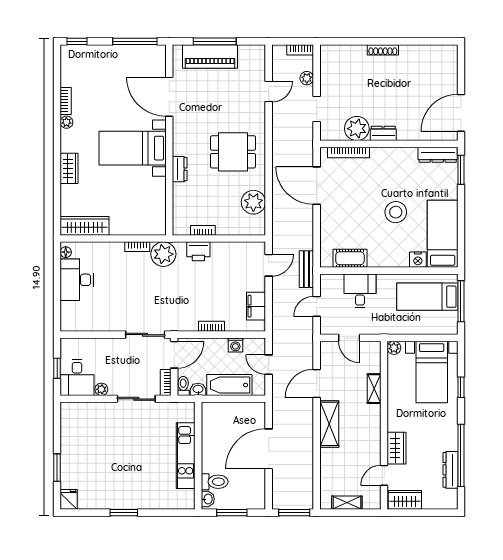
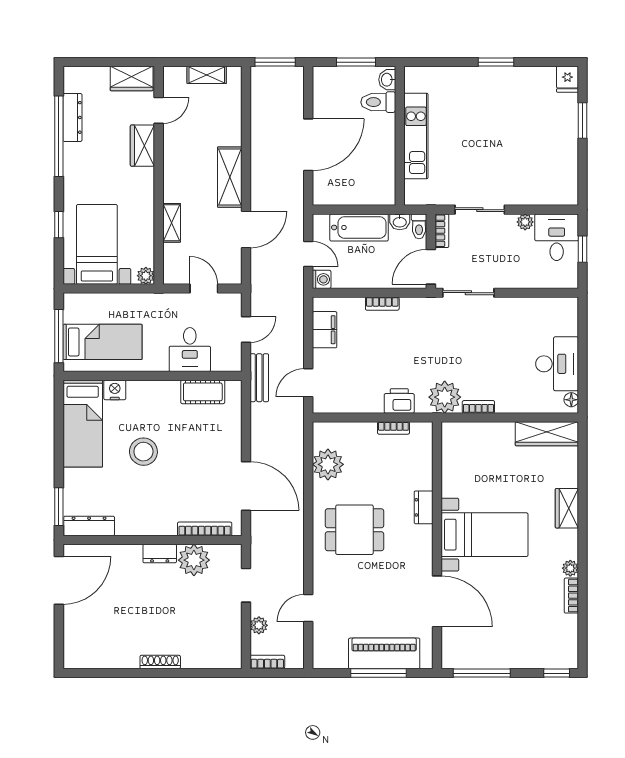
washing machine: (235, 345) -> (322, 279), moved, turned 90

